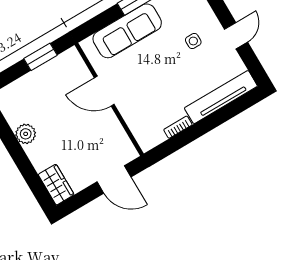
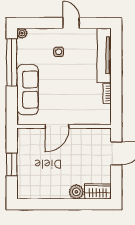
window: (40, 57) -> (12, 165), moved
plant: (26, 134) -> (76, 192), moved

